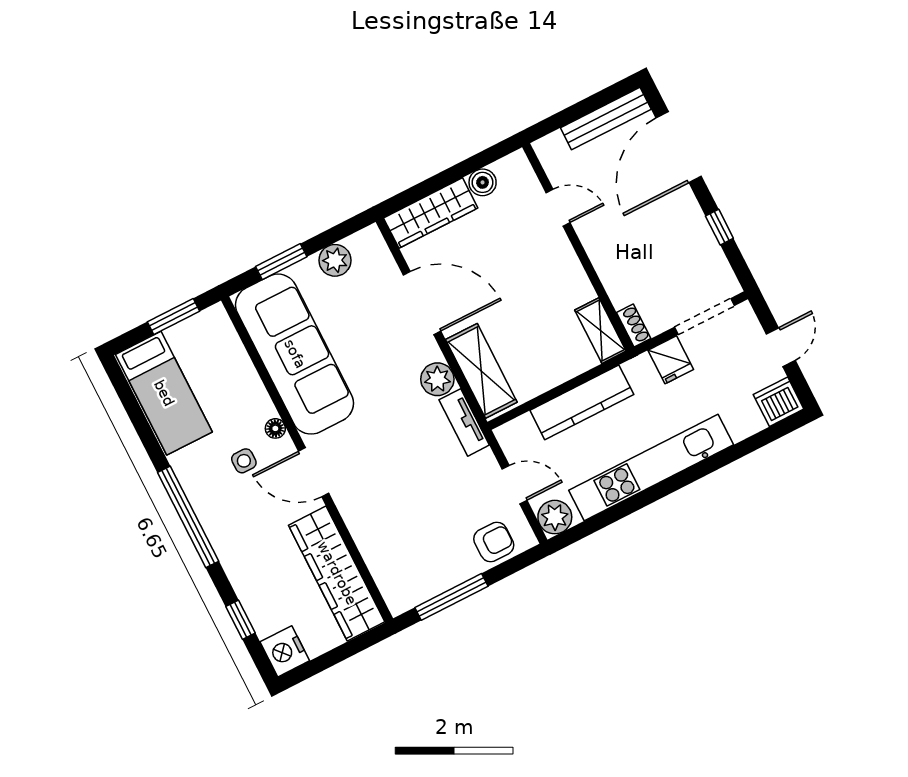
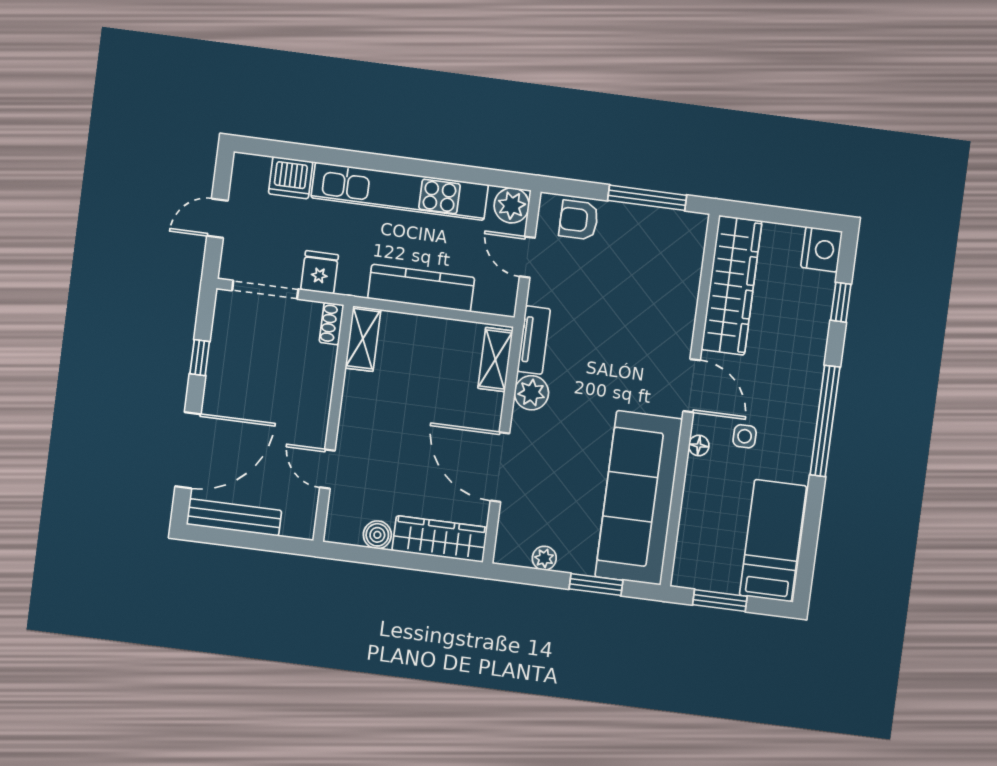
plant: (335, 260) -> (544, 558), width x0.73, depth x0.73
shelving: (481, 371) -> (495, 360), width x0.67, depth x0.75
dishwasher: (779, 402) -> (291, 178), moved

